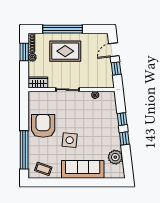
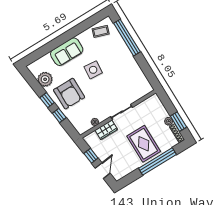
rug: (65, 51) -> (144, 144), turned 90
wardrobe: (38, 82) -> (106, 130), moved
armchair: (43, 126) -> (69, 94), moved
sofa: (83, 169) -> (67, 52), width x0.73

